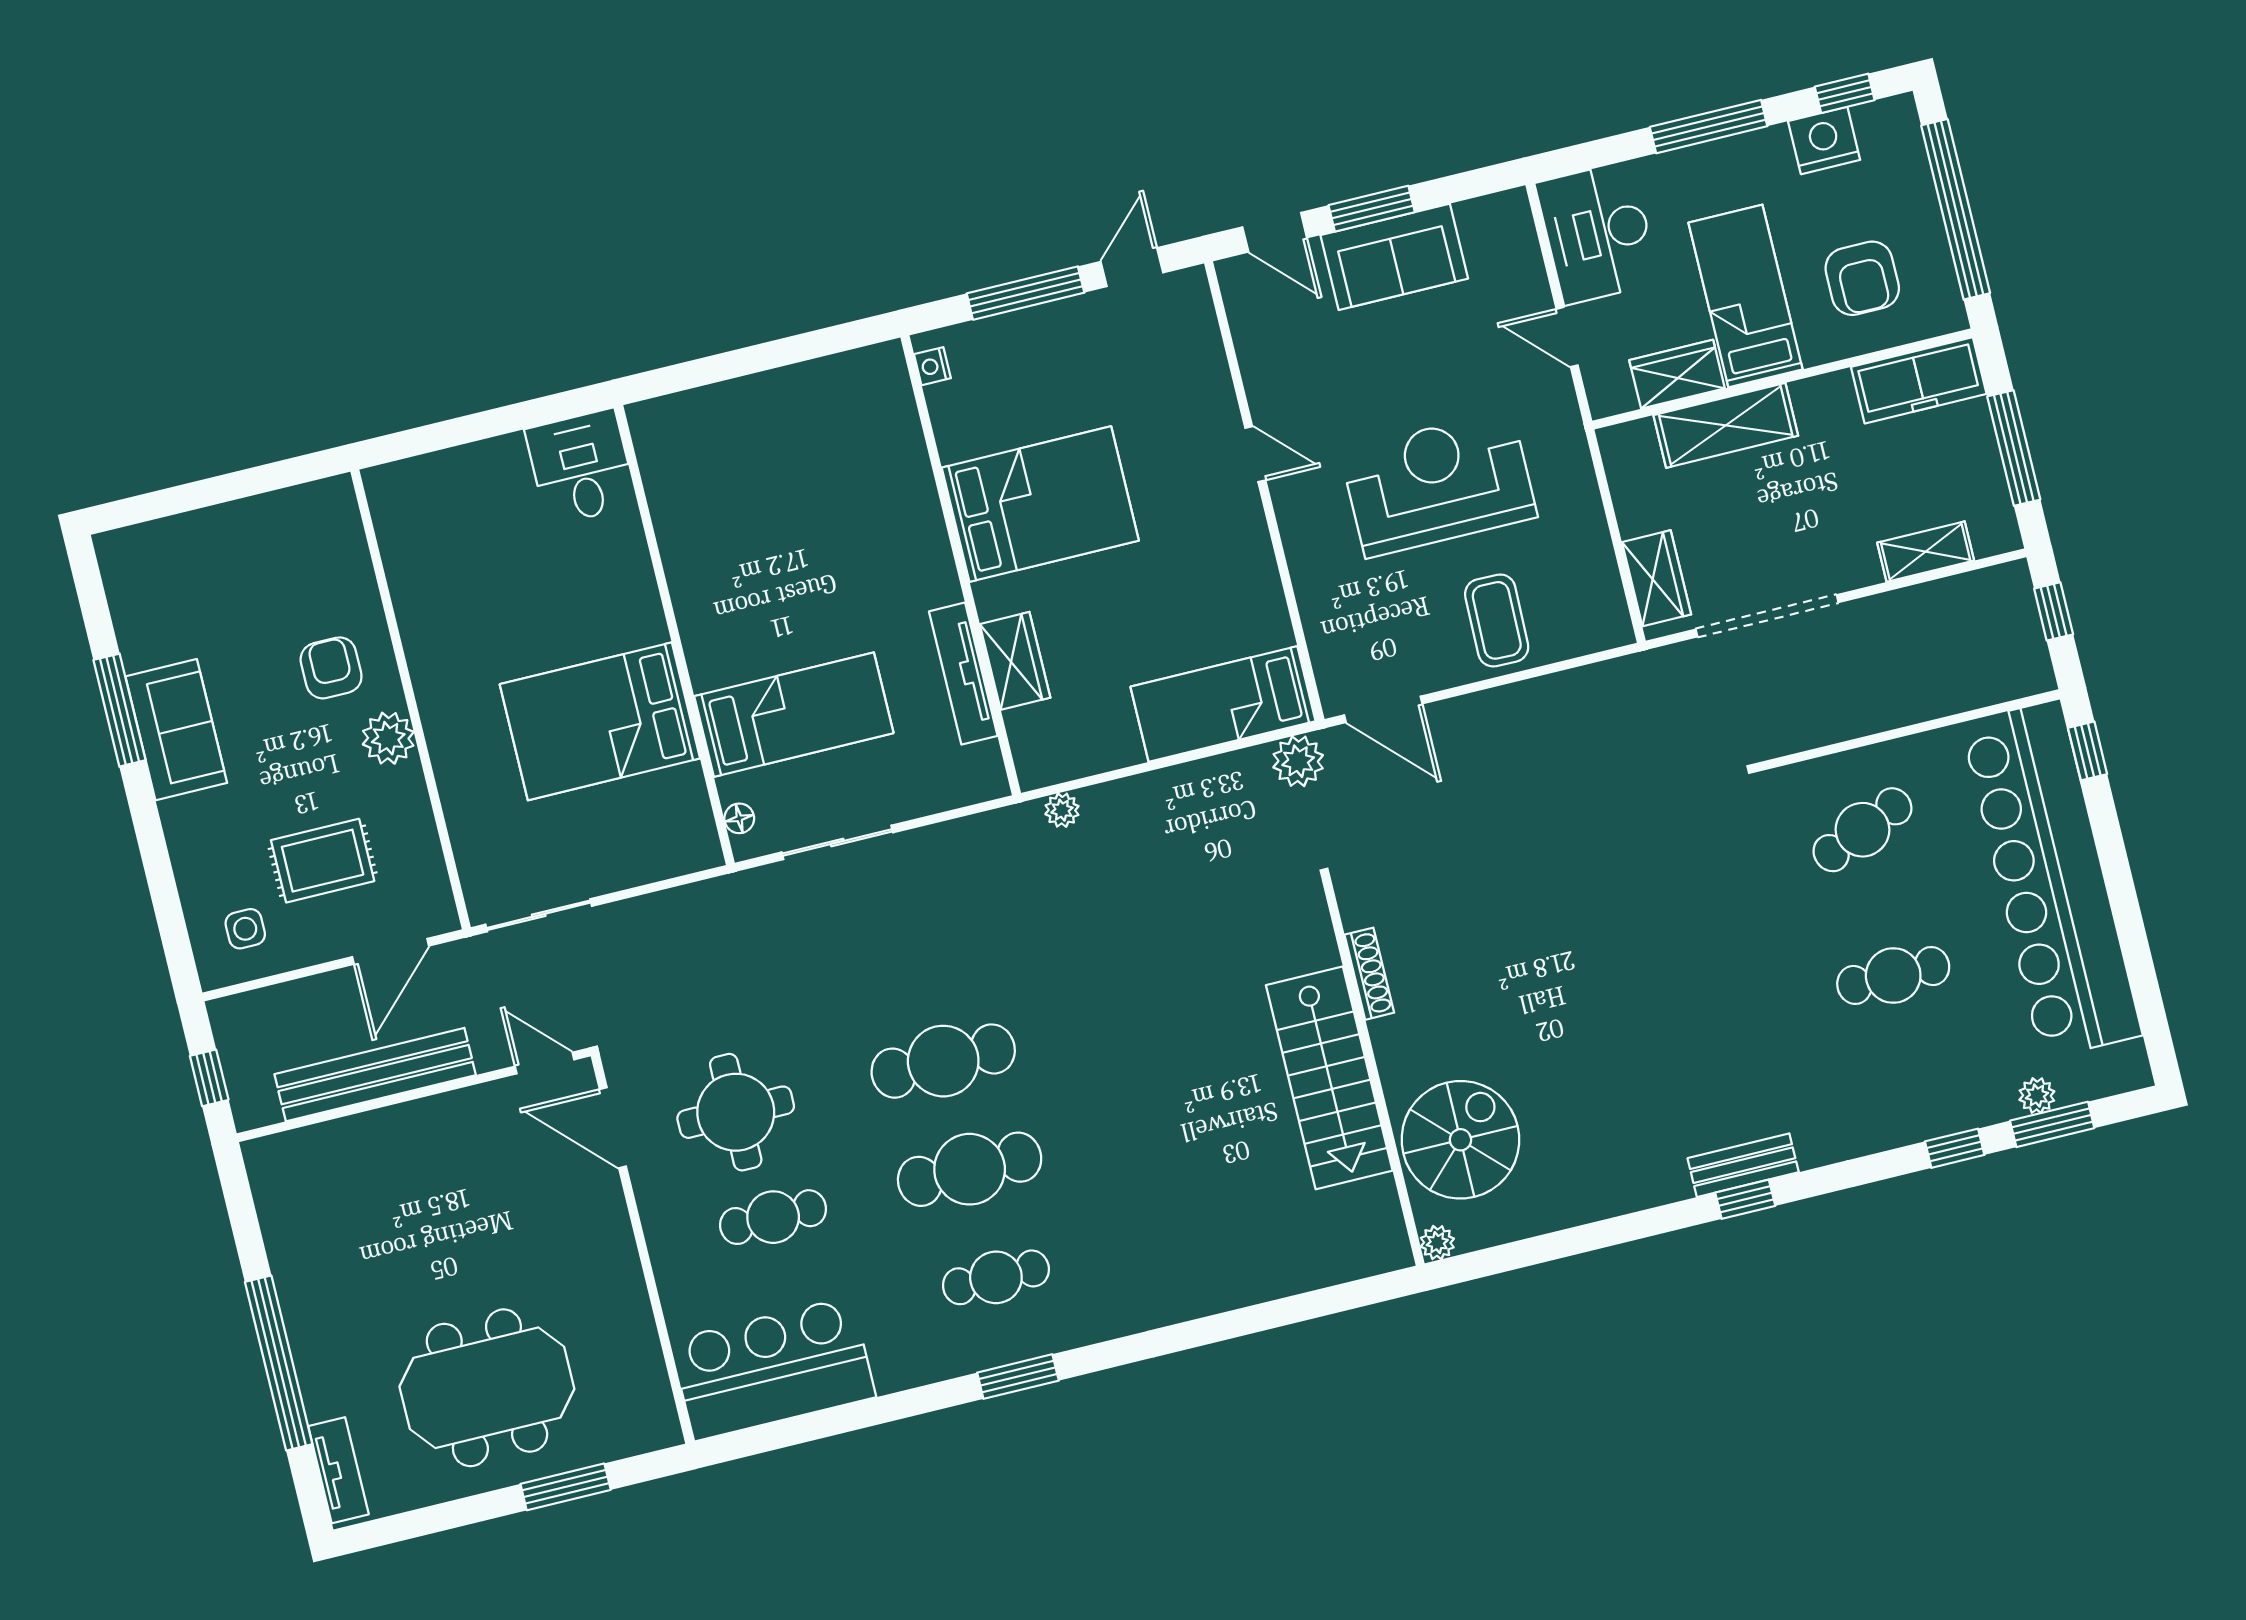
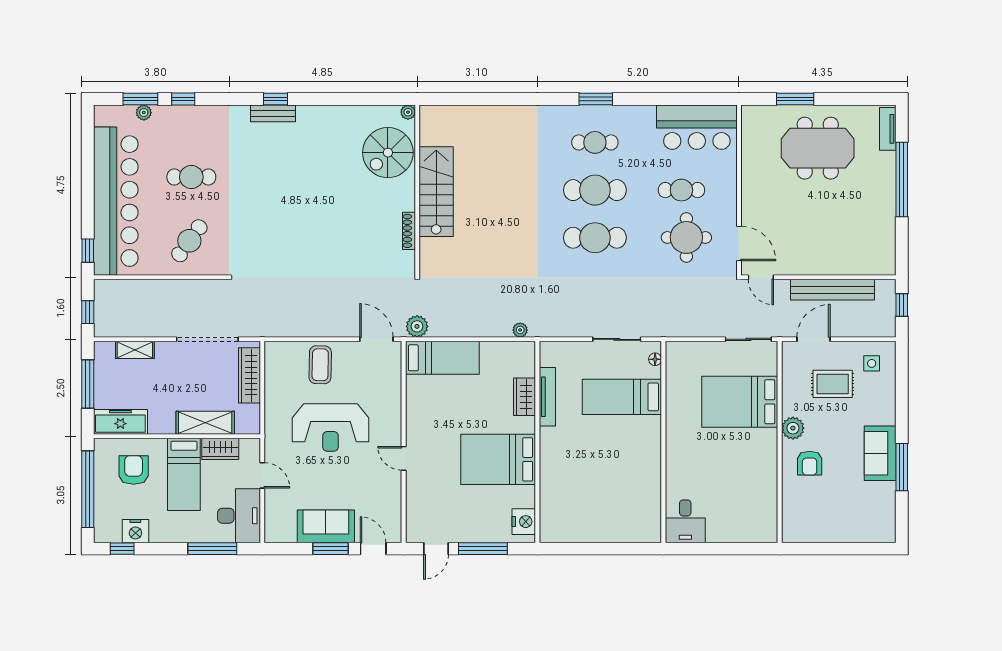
window: (1709, 127) -> (212, 549), moved
nightstand: (932, 366) -> (524, 522), width x1.89, depth x1.79
wardrobe: (1656, 578) -> (250, 375), width x1.50
bed: (600, 721) -> (740, 402), moved, turned 180
cafe table: (1862, 830) -> (189, 241), turned -31

